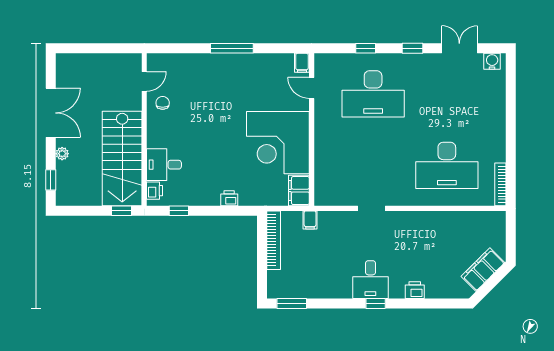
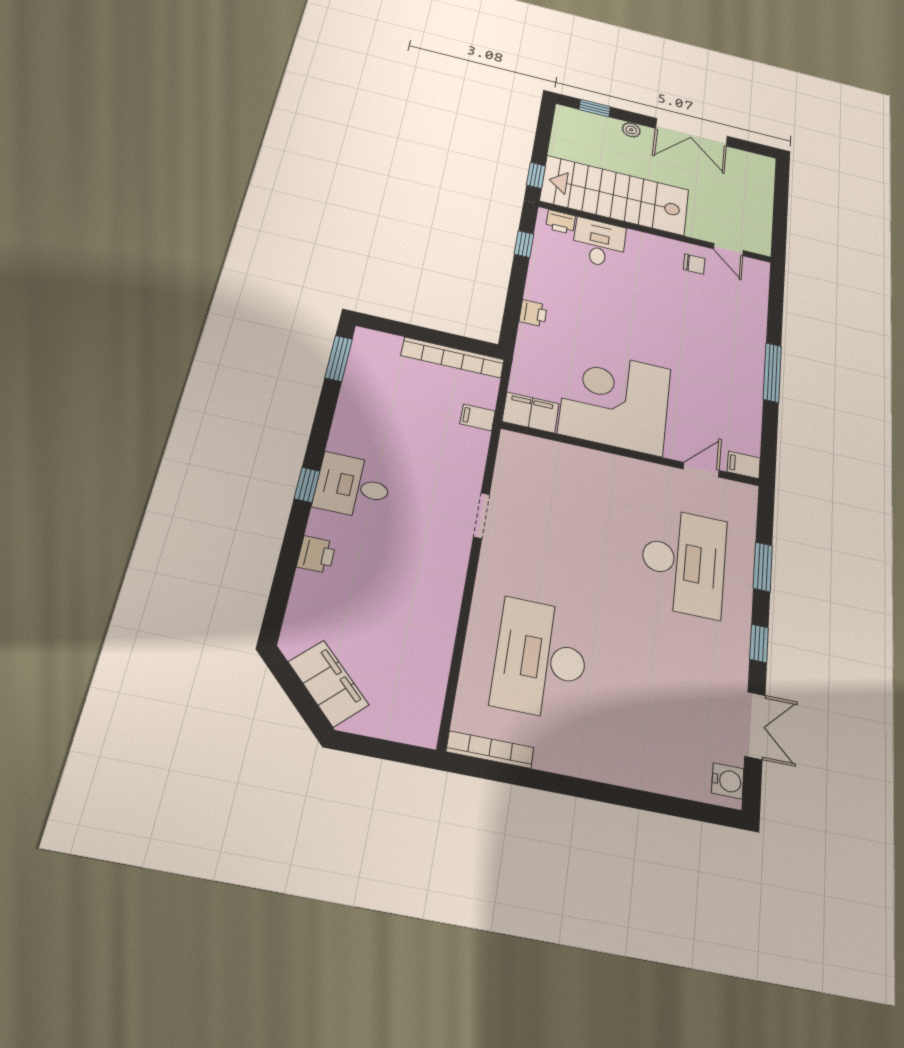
window: (366, 48) -> (763, 567), width x1.50
desk: (373, 94) -> (684, 562), turned 180

